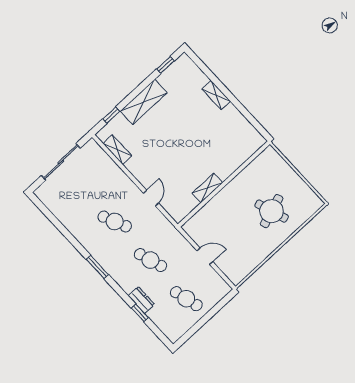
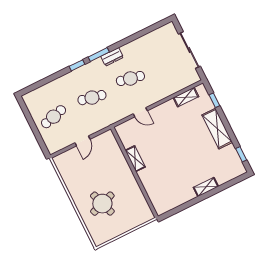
cafe table: (115, 221) -> (130, 78), turned 36
cafe table: (150, 260) -> (92, 98), turned 30
dresser: (141, 300) -> (112, 57), moved
window: (140, 313) -> (77, 65), moved

